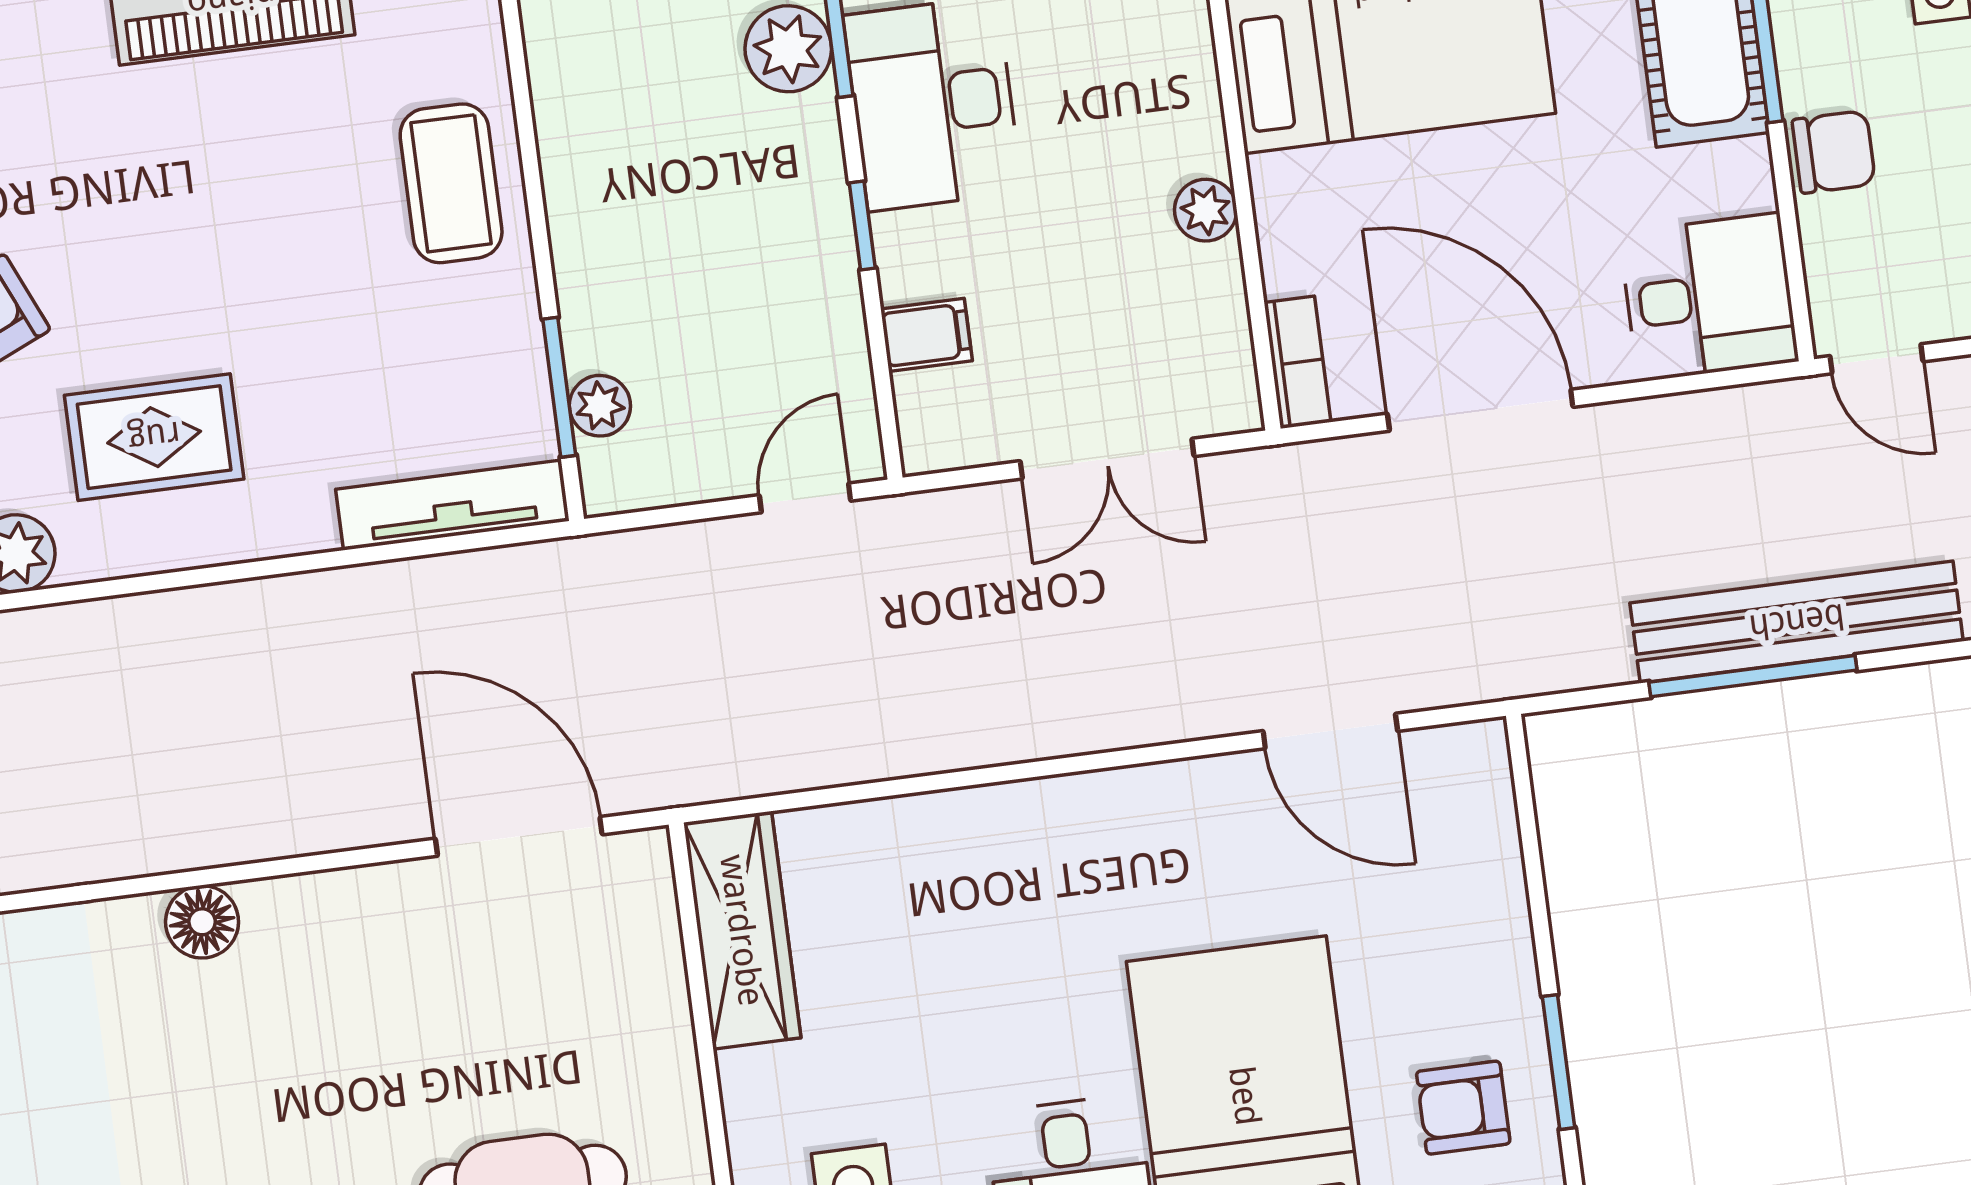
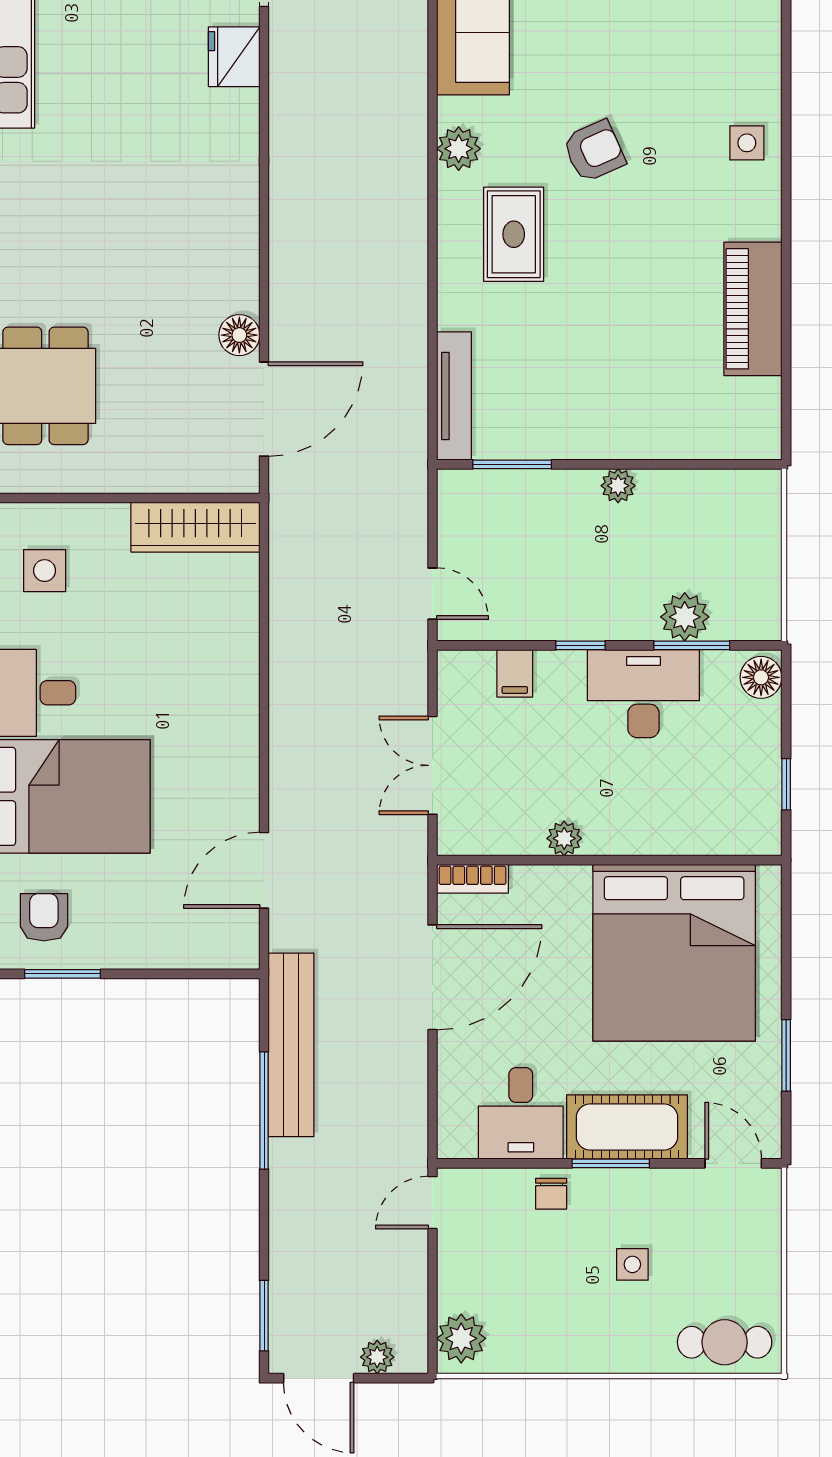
chair: (1834, 152) -> (551, 1194), width x0.73, depth x0.73
coffee table: (451, 183) -> (634, 419), removed
desk: (1709, 297) -> (521, 1113), moved
plant: (600, 406) -> (618, 486), moved
bench: (1797, 622) -> (291, 1045), moved
floor lamp: (202, 922) -> (239, 335), moved

